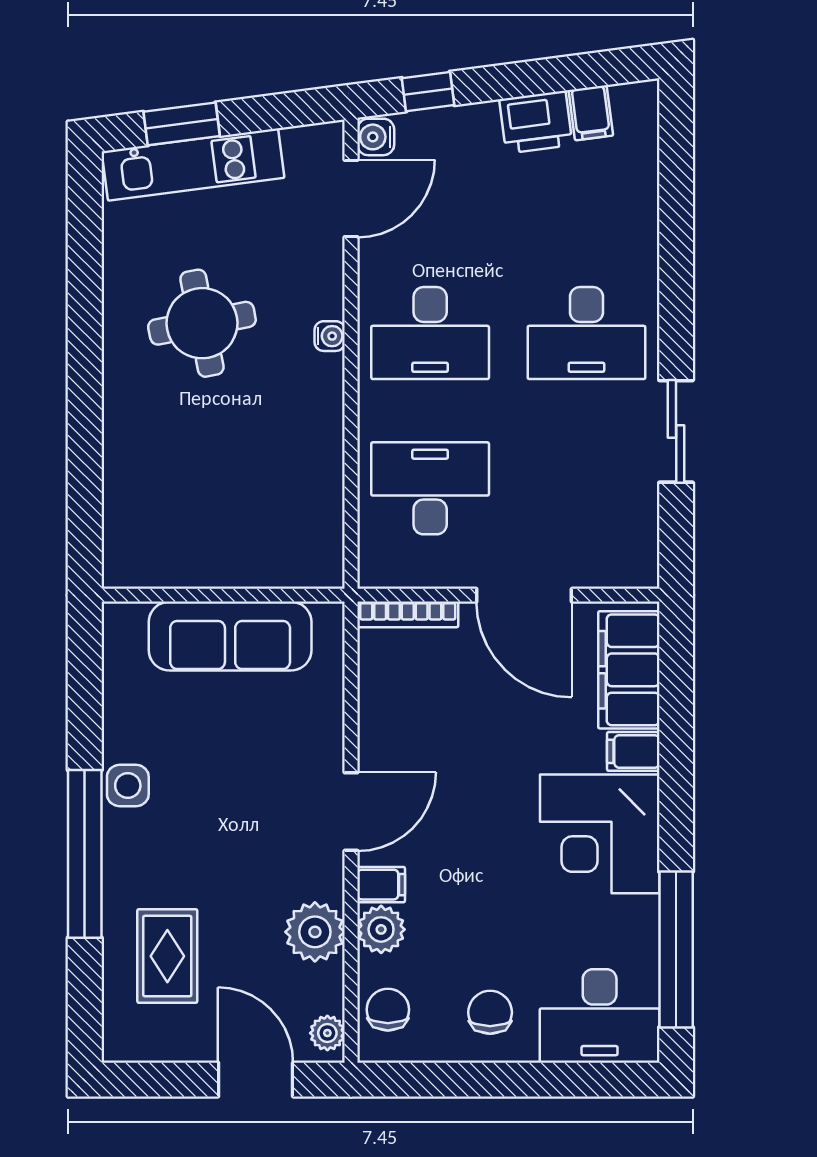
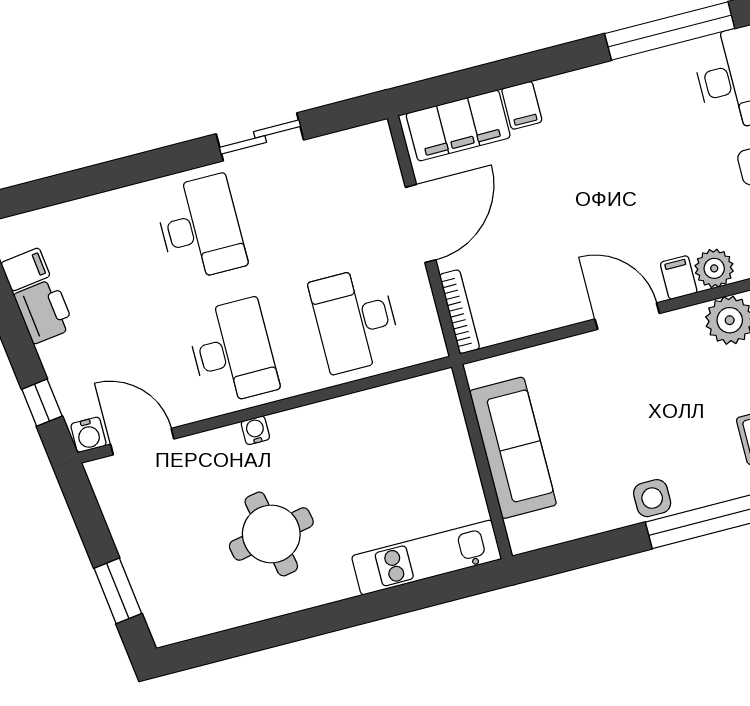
kitchen unit: (193, 165) -> (427, 557), moved, turned -83
corner desk: (600, 834) -> (594, 115), removed

